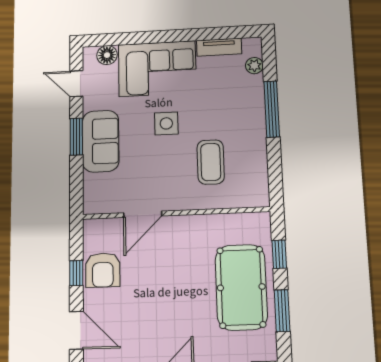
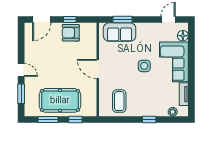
window: (272, 109) -> (149, 119), width x0.46
window: (76, 137) -> (122, 20), moved
sofa: (101, 141) -> (120, 32), moved
coffee table: (211, 162) -> (119, 101), moved, turned 90
door: (143, 214) -> (98, 69), moved

